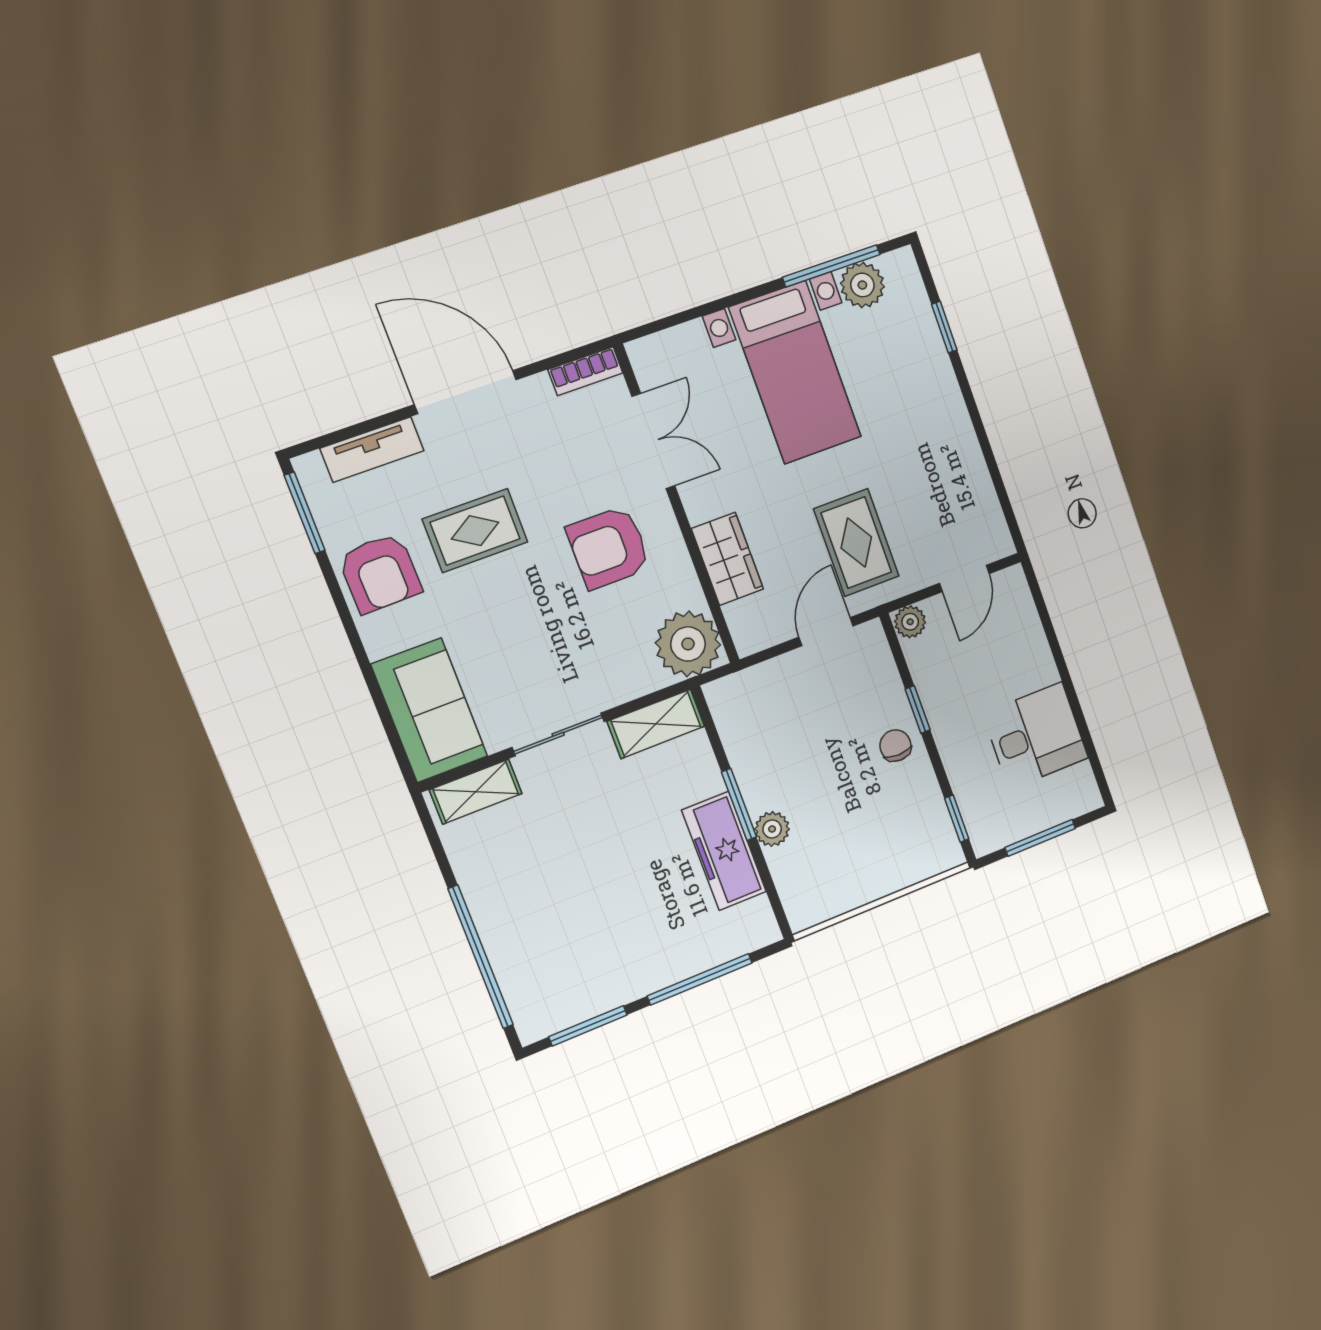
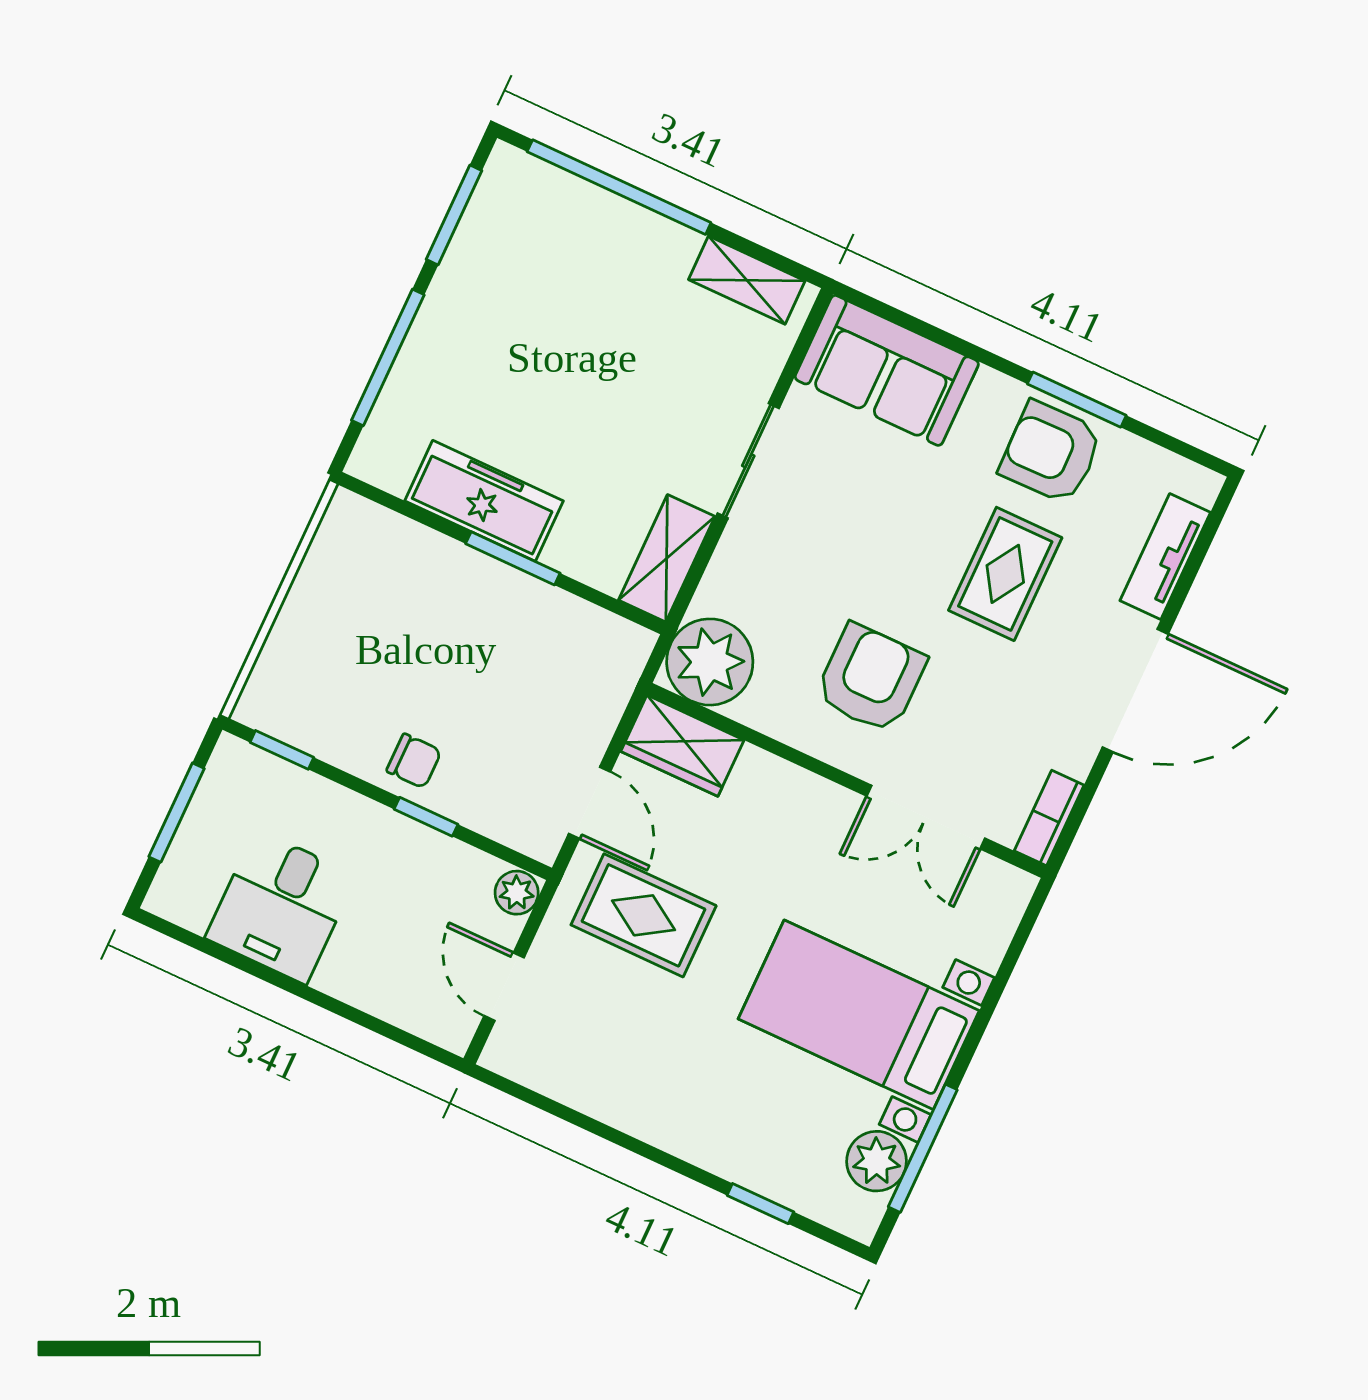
window: (305, 513) -> (1077, 400), moved
wardrobe: (727, 559) -> (682, 746), moved
shelving: (476, 792) -> (747, 280), moved, turned 90
plant: (772, 829) -> (457, 566), removed

